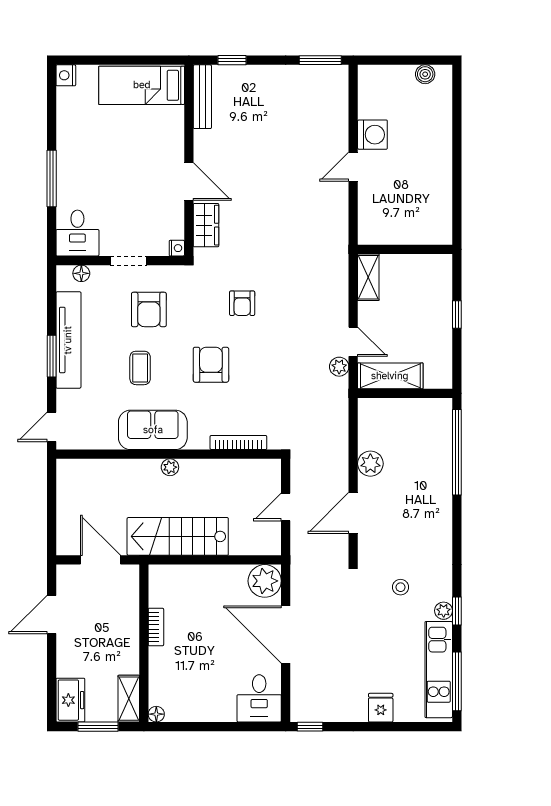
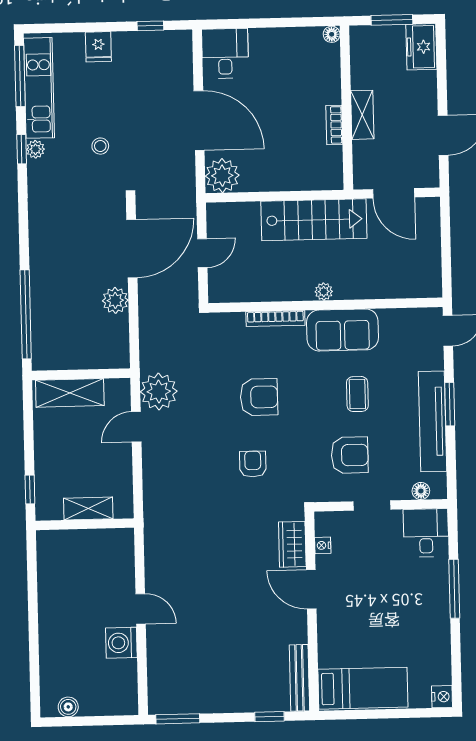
door: (353, 167) -> (141, 609), hinge flipped
nightstand: (177, 248) -> (323, 545), moved
shelving: (368, 277) -> (88, 508), moved, turned 90
armchair: (149, 309) -> (350, 455), turned 90
window: (457, 314) -> (30, 489), moved
door: (353, 342) -> (136, 427), hinge flipped
armchair: (211, 365) -> (259, 397), moved, turned -90
plant: (339, 367) -> (159, 392), width x1.88, depth x1.88
shelving: (390, 376) -> (70, 393), moved
bookcase: (238, 442) -> (275, 319), moved
door: (353, 513) -> (132, 249), width x1.36
stool: (401, 587) -> (100, 146), moved
shelving: (129, 699) -> (362, 115), moved
window: (310, 727) -> (150, 26), moved

